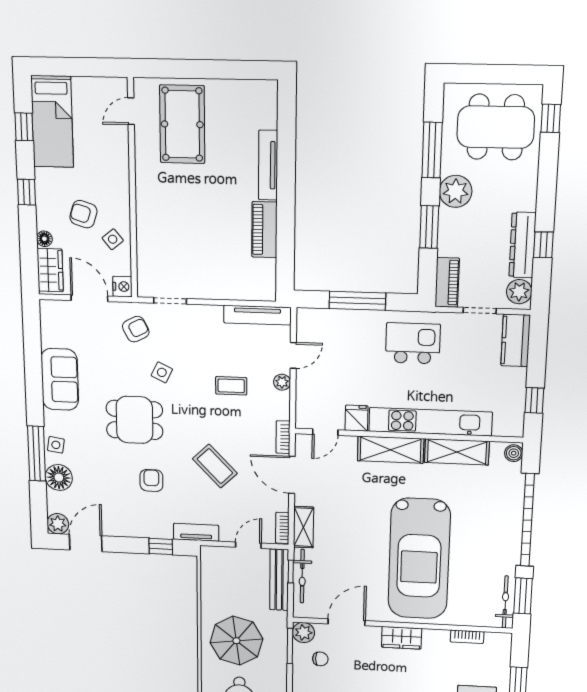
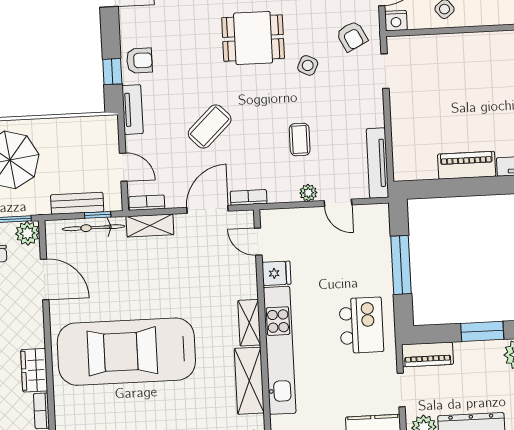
dining table: (135, 420) -> (253, 38), turned 90
shelving: (391, 450) -> (249, 323), width x0.67, depth x0.75
armchair: (151, 480) -> (139, 61), moved
bench: (279, 580) -> (77, 203), width x0.73
wardrobe: (402, 638) -> (34, 370), moved

